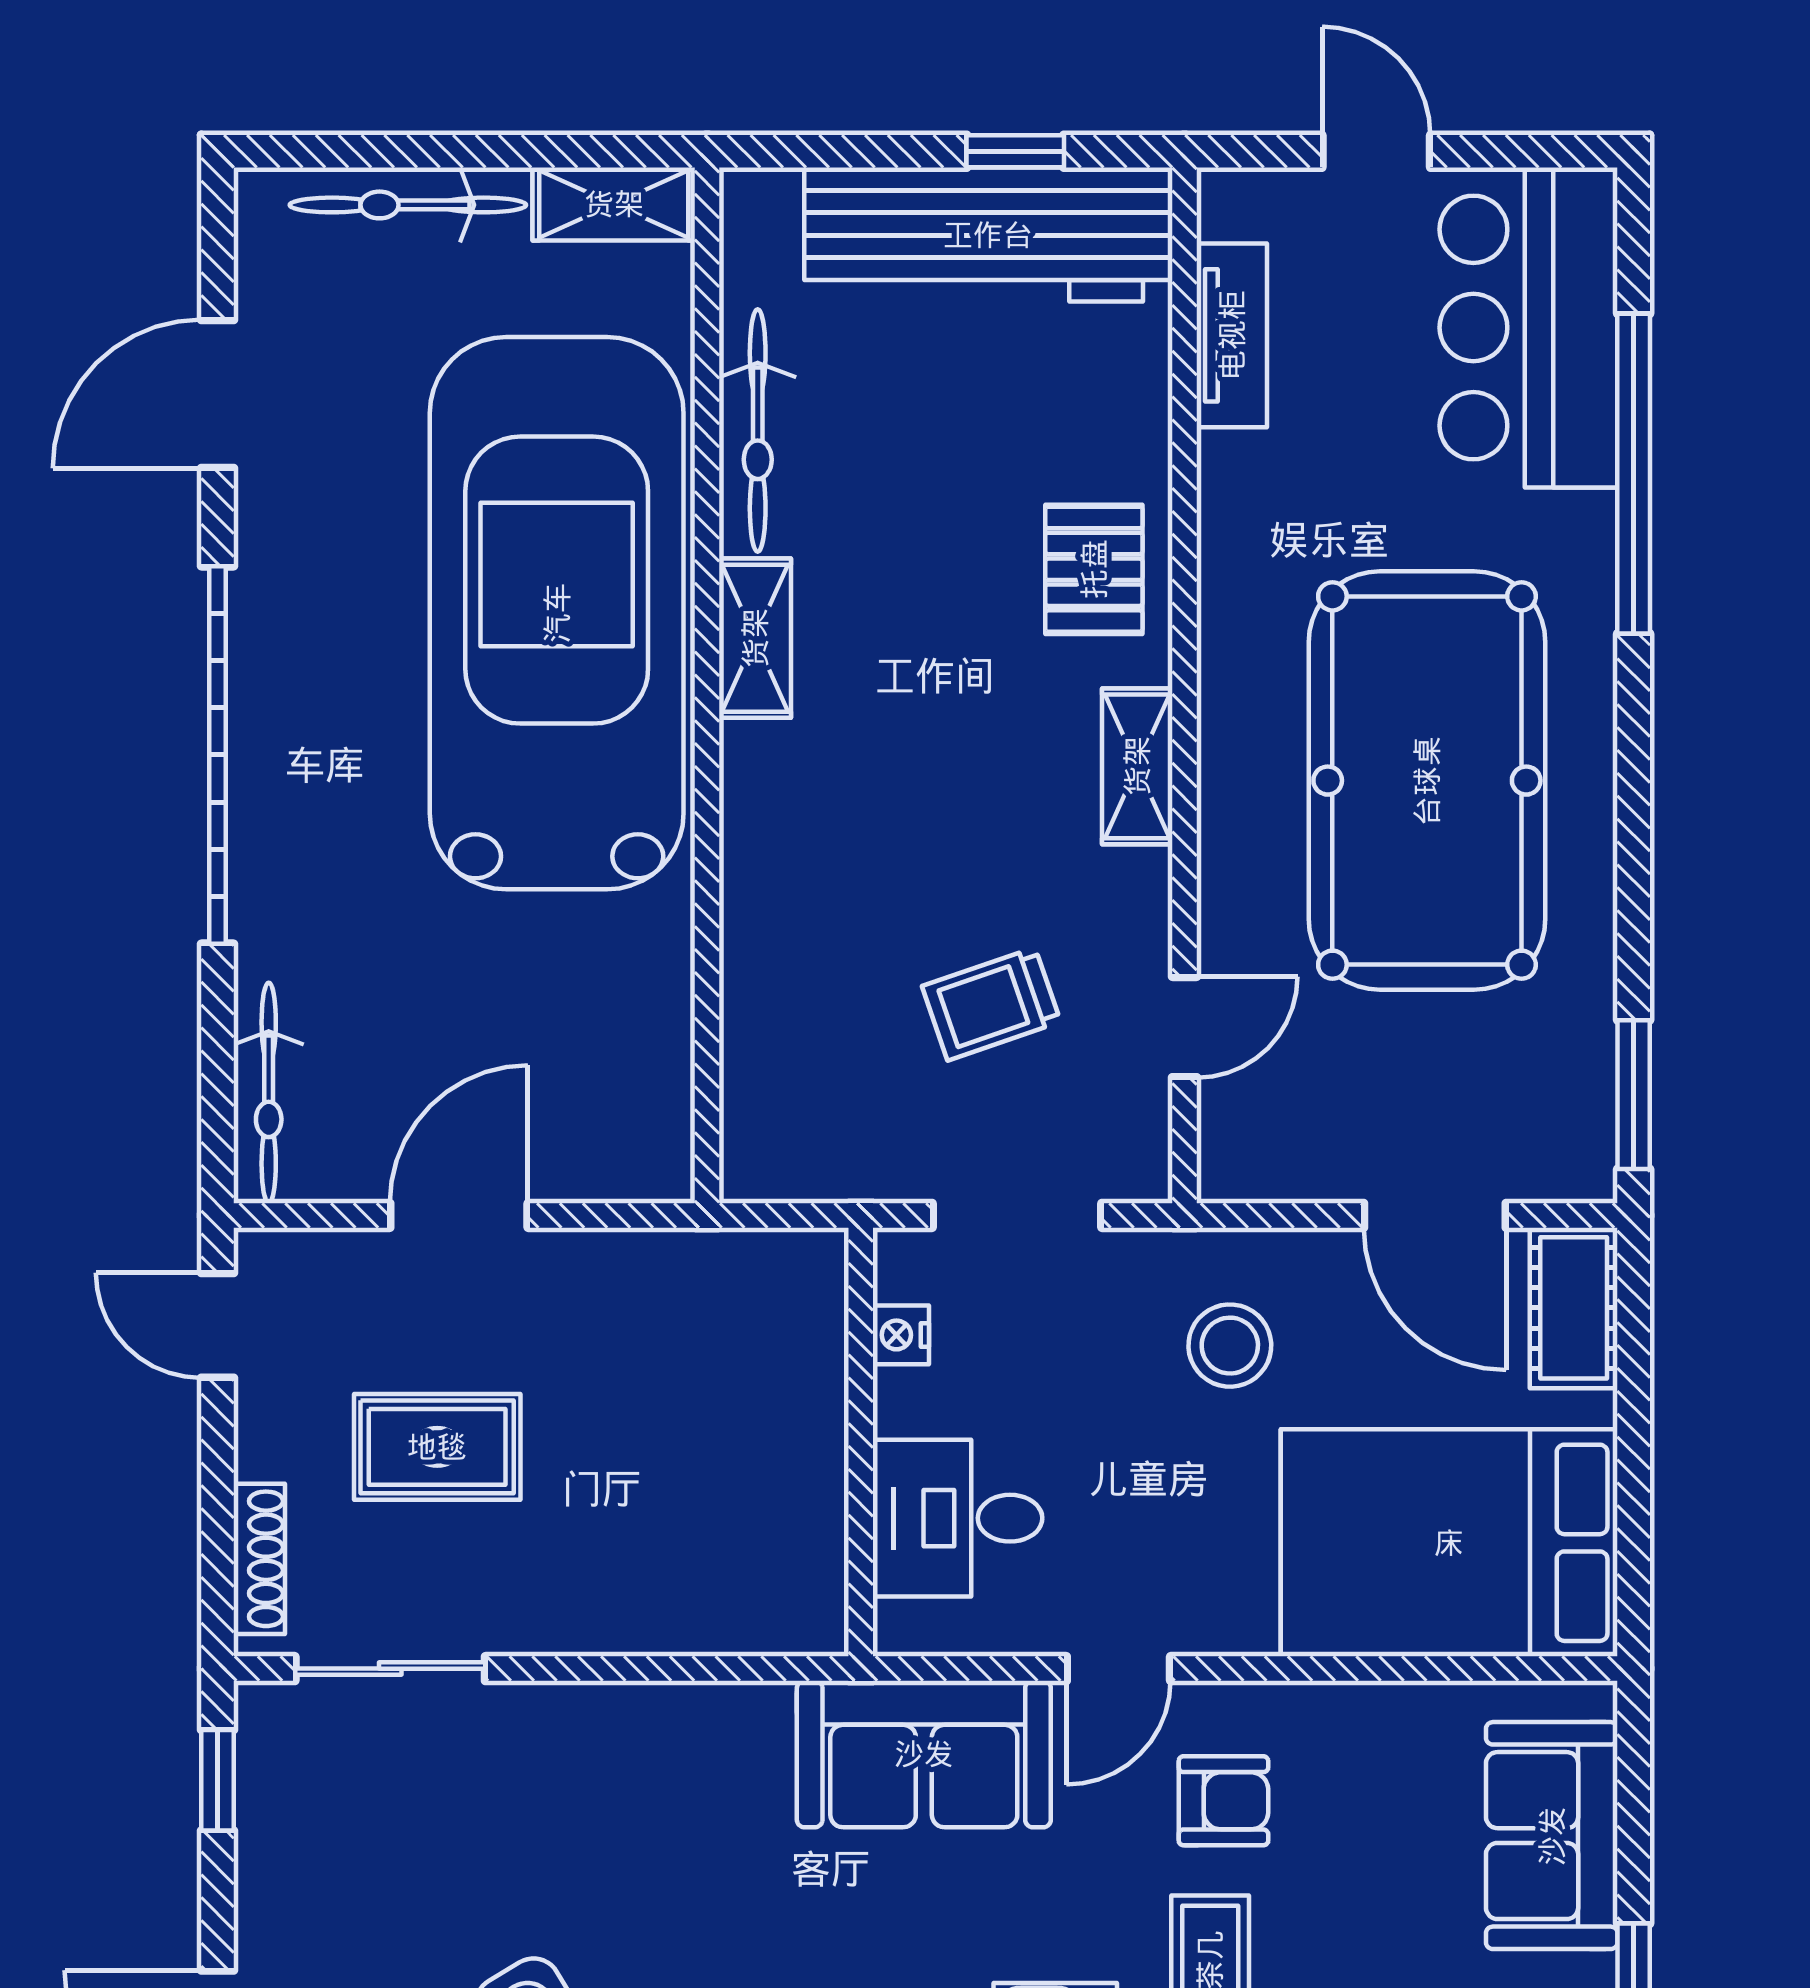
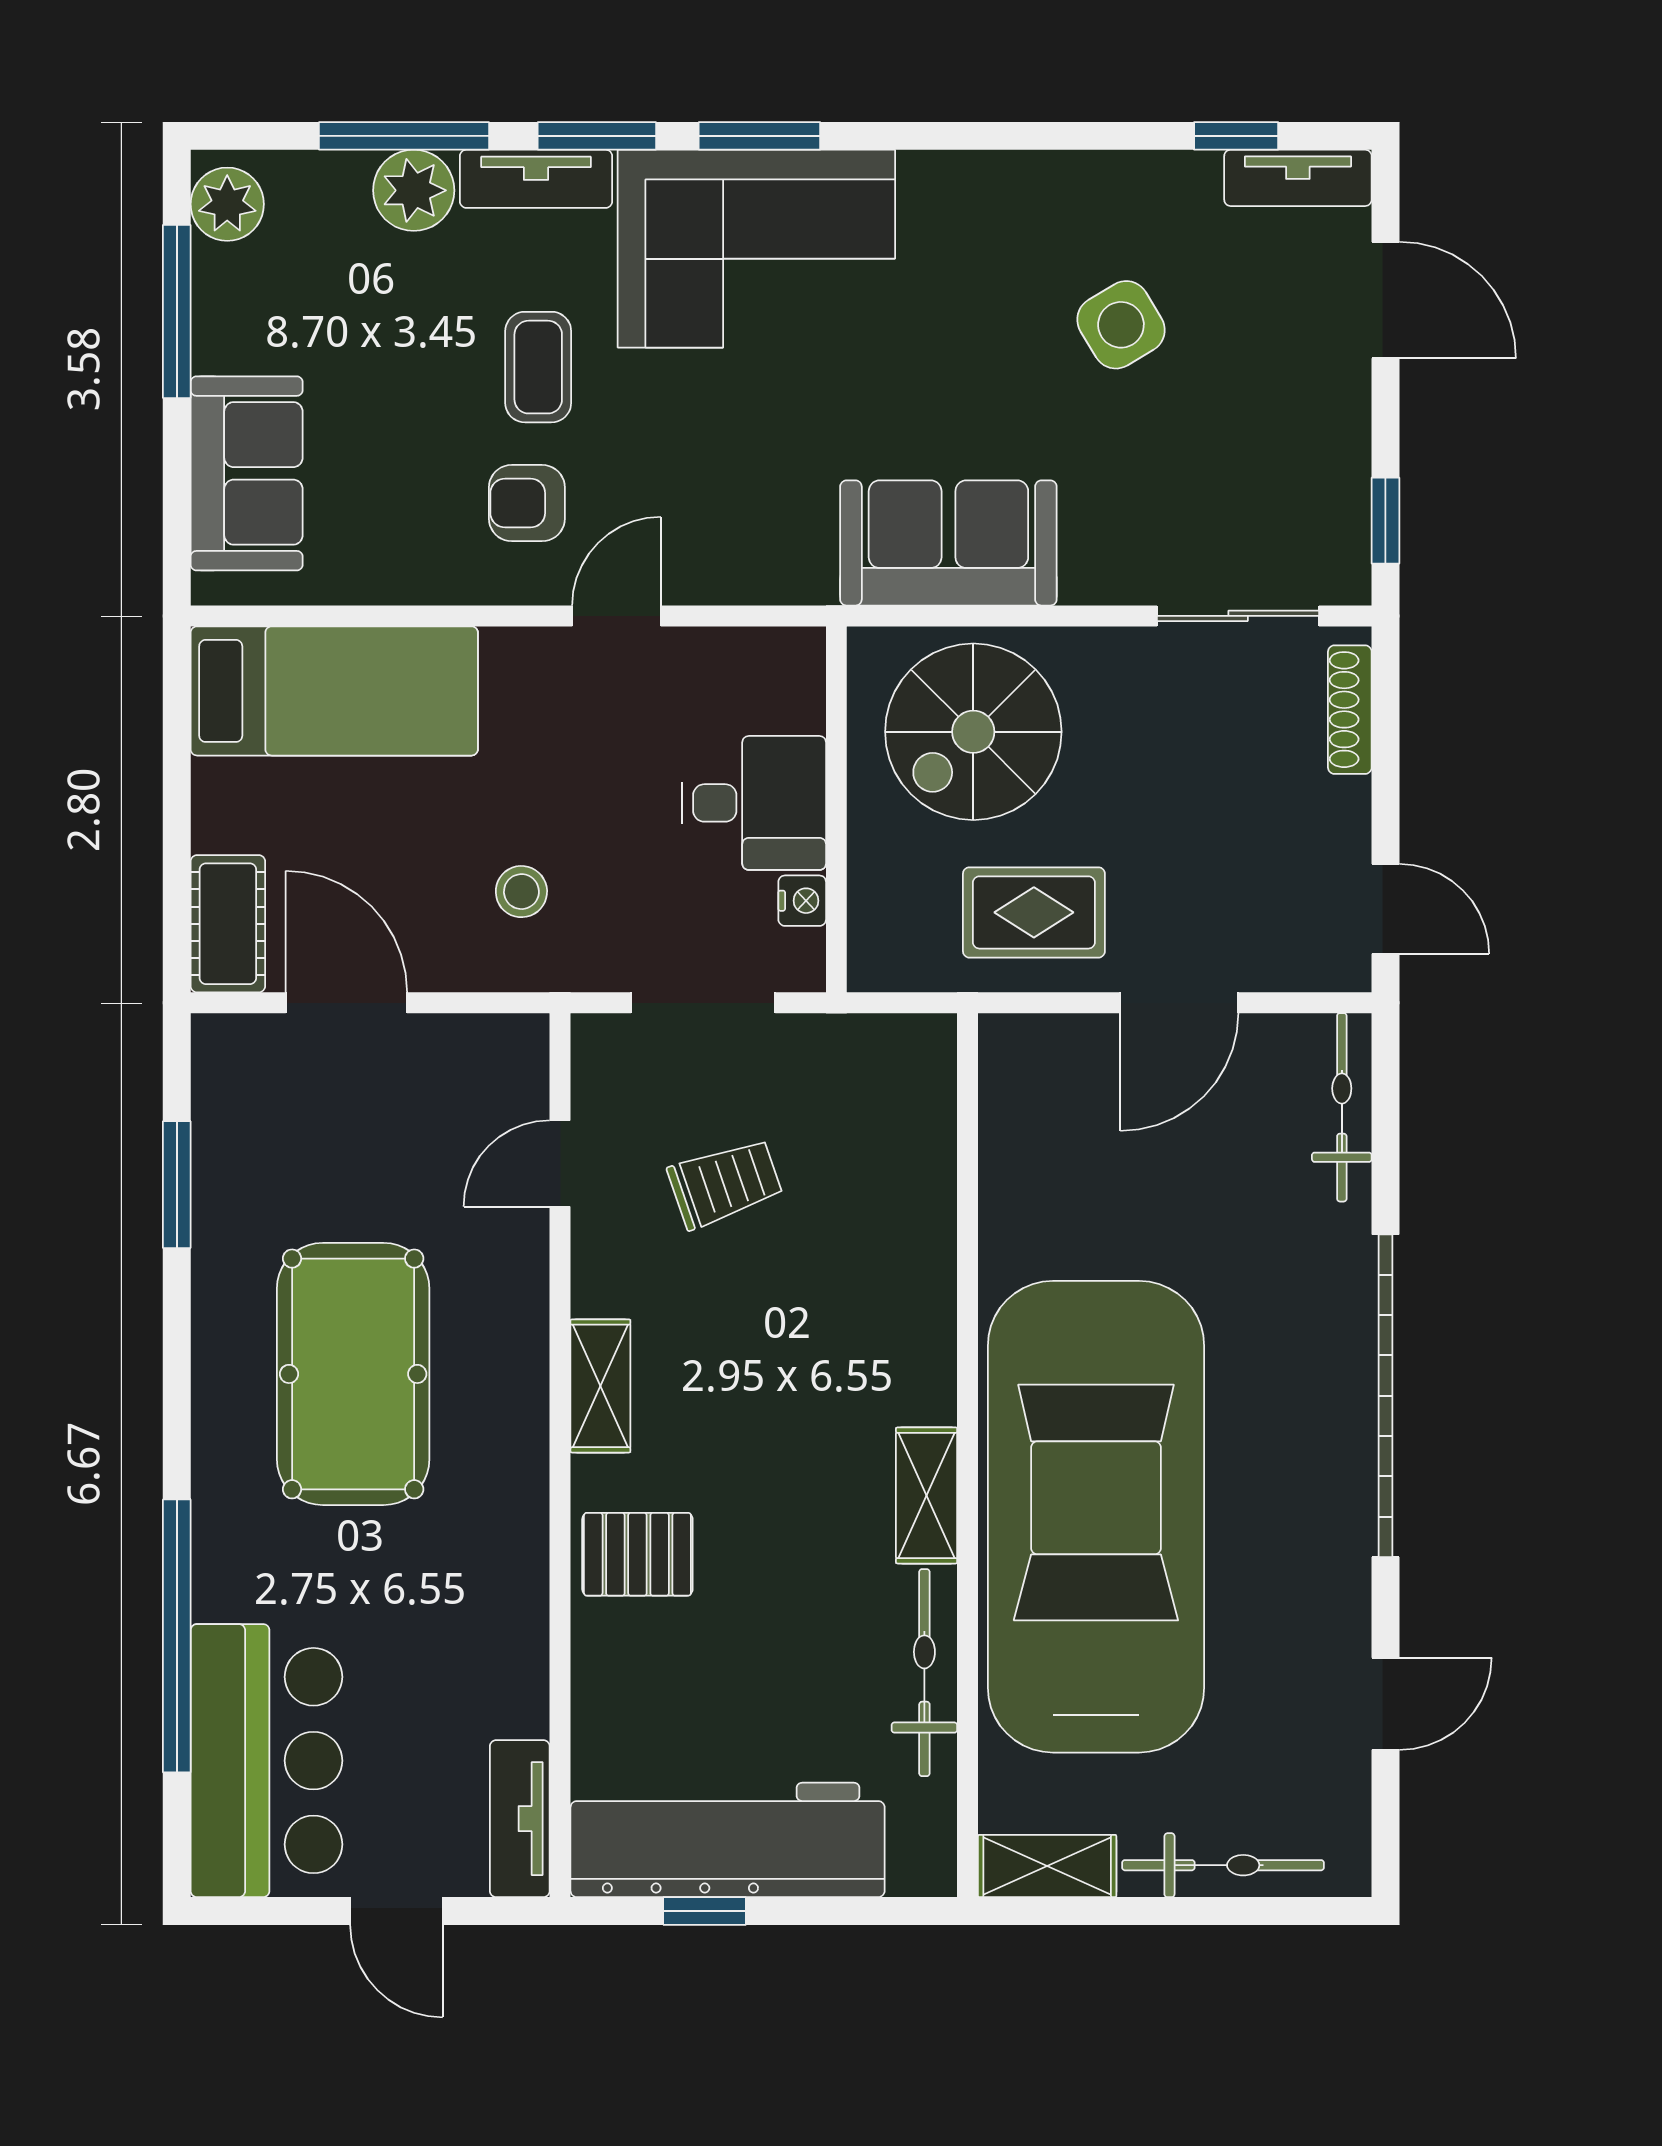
tv unit: (1232, 335) -> (520, 1819), moved
door: (218, 394) -> (1385, 1704), width x0.73
pallet: (1094, 569) -> (637, 1554), turned 90
car: (557, 613) -> (1096, 1517), turned 180
pool table: (1427, 781) -> (353, 1374), width x0.73, depth x0.76
window: (1634, 1095) -> (177, 1185), moved
stool: (1230, 1346) -> (521, 892), width x0.73, depth x0.73
rug: (437, 1447) -> (1034, 912), moved
desk: (958, 1518) -> (754, 803), moved
spiral stairs: (700, 1533) -> (973, 732), added
bed: (1449, 1543) -> (334, 691), width x0.67
sofa: (924, 1754) -> (948, 543), moved

